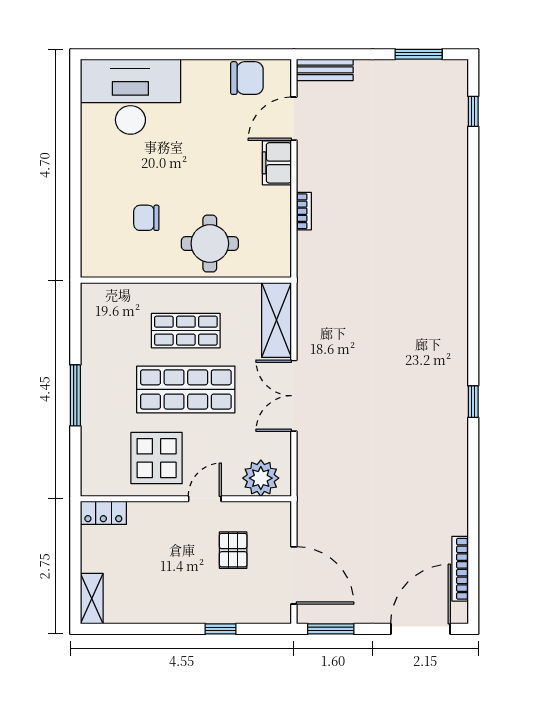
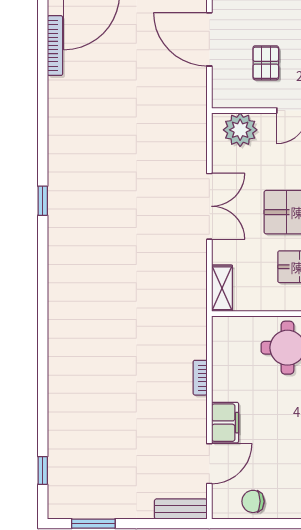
chair: (247, 78) -> (253, 501), width x0.73, depth x0.73
shelving: (277, 320) -> (222, 288), width x0.67, depth x0.75

